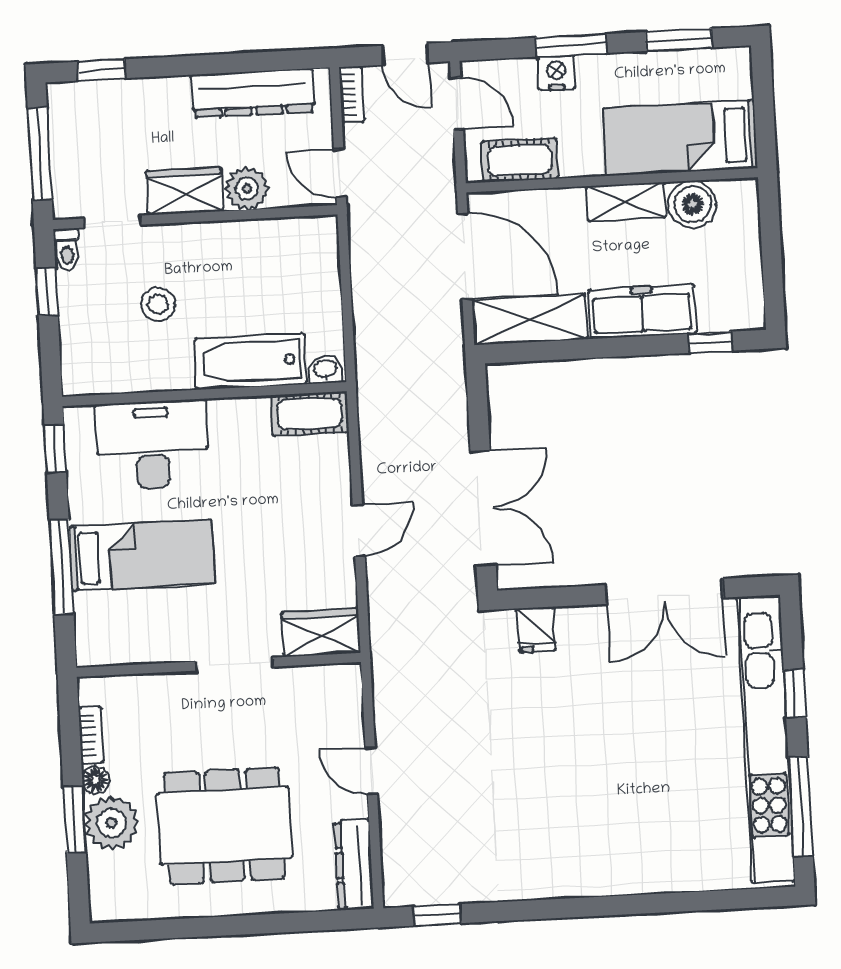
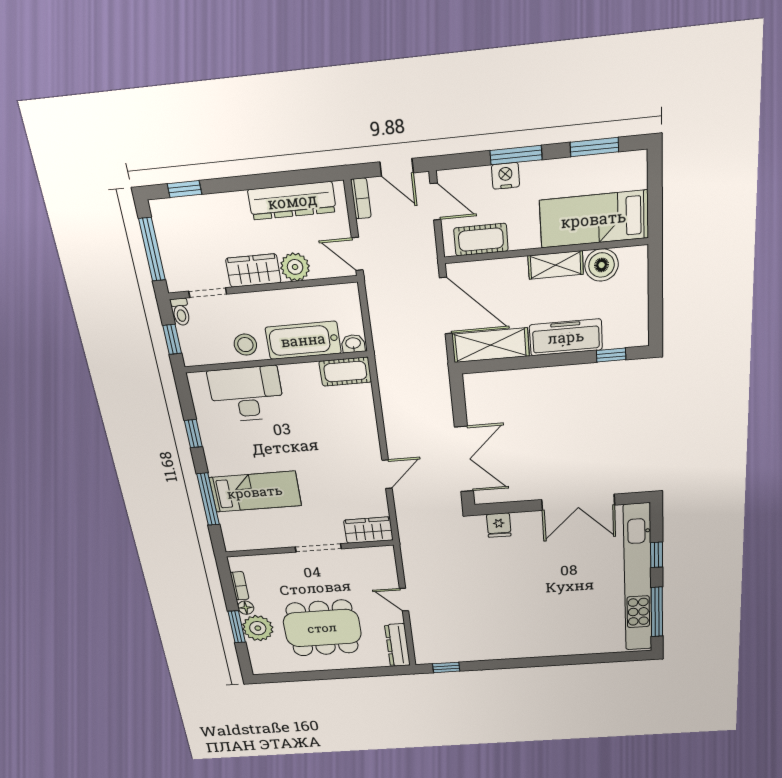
bathtub: (250, 361) -> (303, 340), moved
washbasin: (326, 369) -> (353, 344), moved
wall: (204, 394) -> (276, 362), moved
cot: (310, 414) -> (345, 372), moved
desk: (152, 445) -> (246, 394), moved

